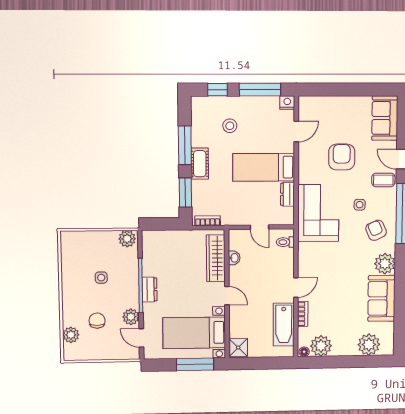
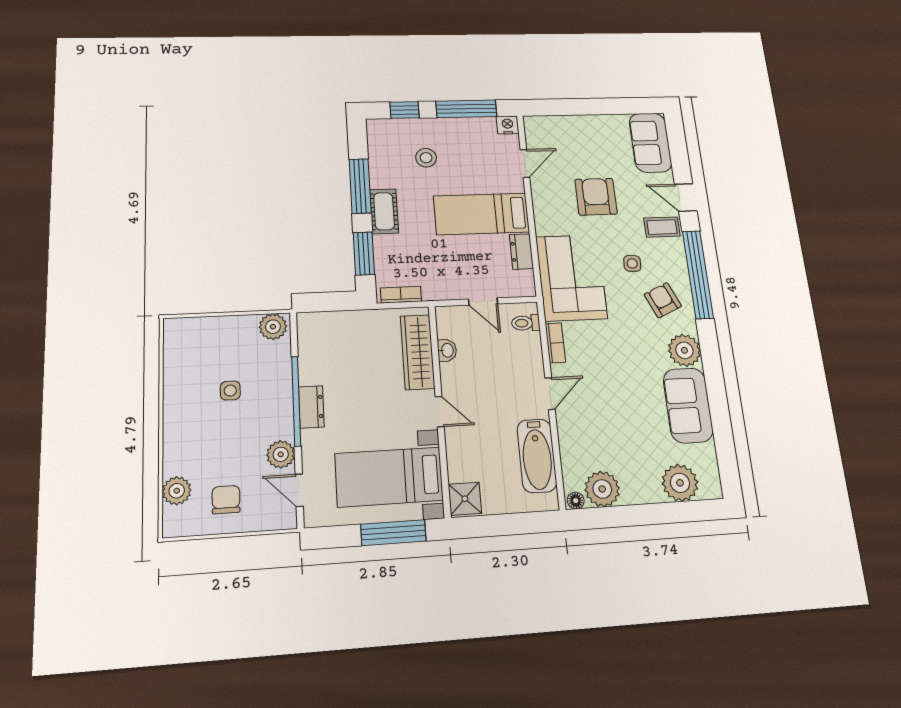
bookcase: (303, 314) -> (555, 343), moved
chair: (97, 321) -> (226, 500), moved

